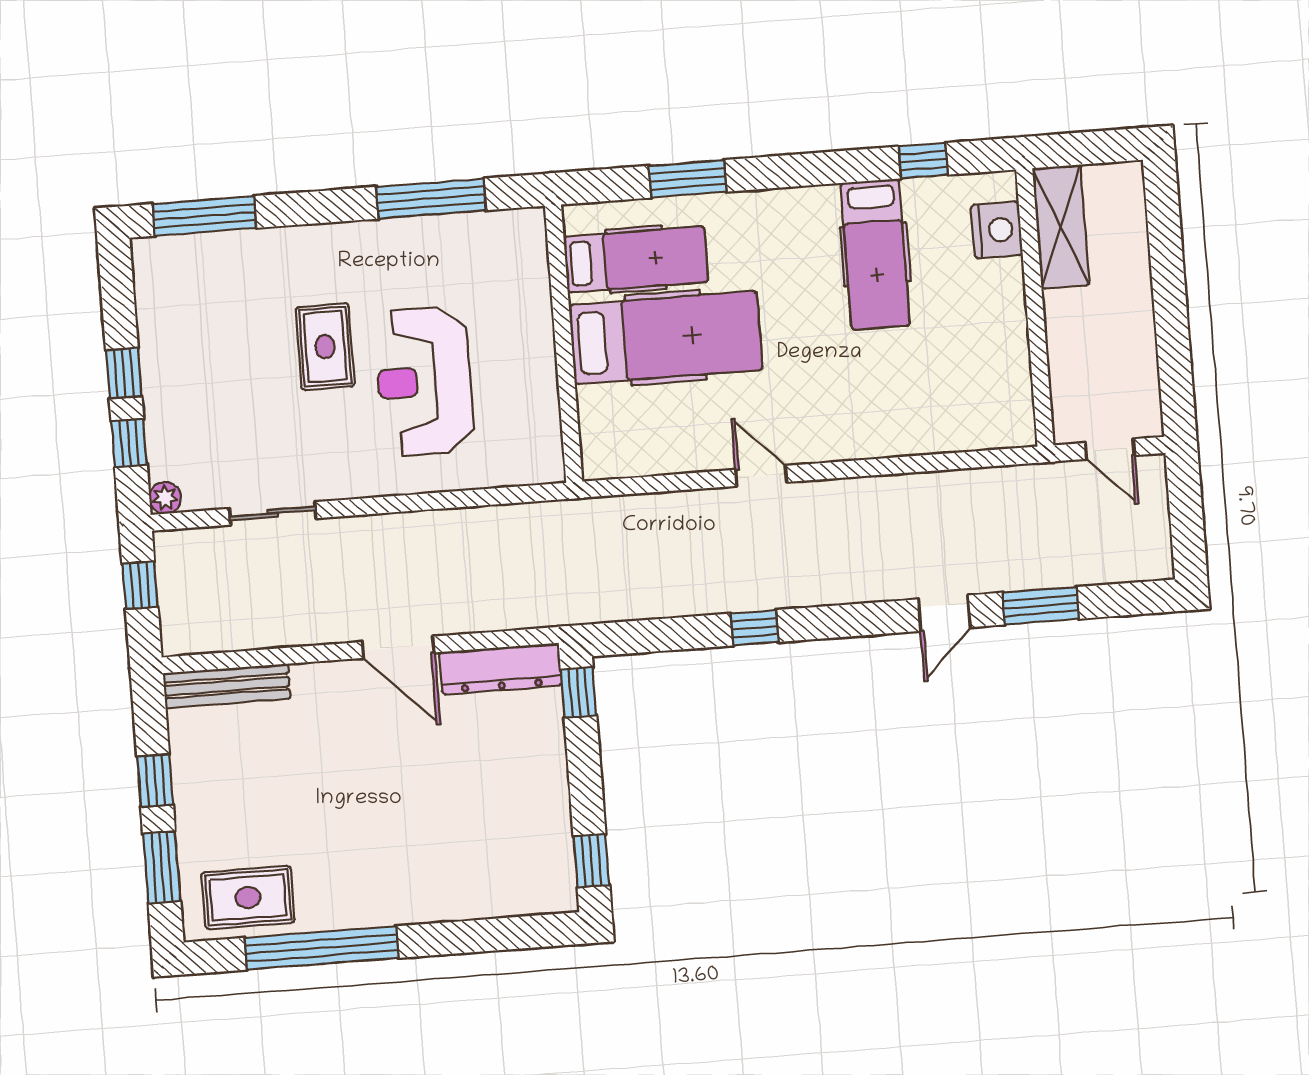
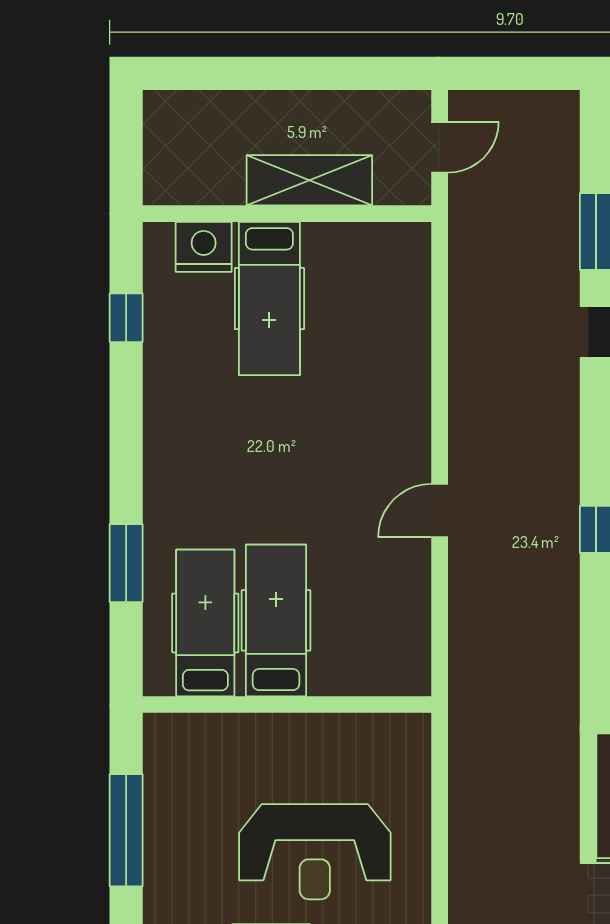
shelving: (1061, 227) -> (309, 180), moved
hospital bed: (875, 254) -> (269, 299), moved, turned 90
hospital bed: (666, 337) -> (276, 620), width x0.73, depth x0.78

